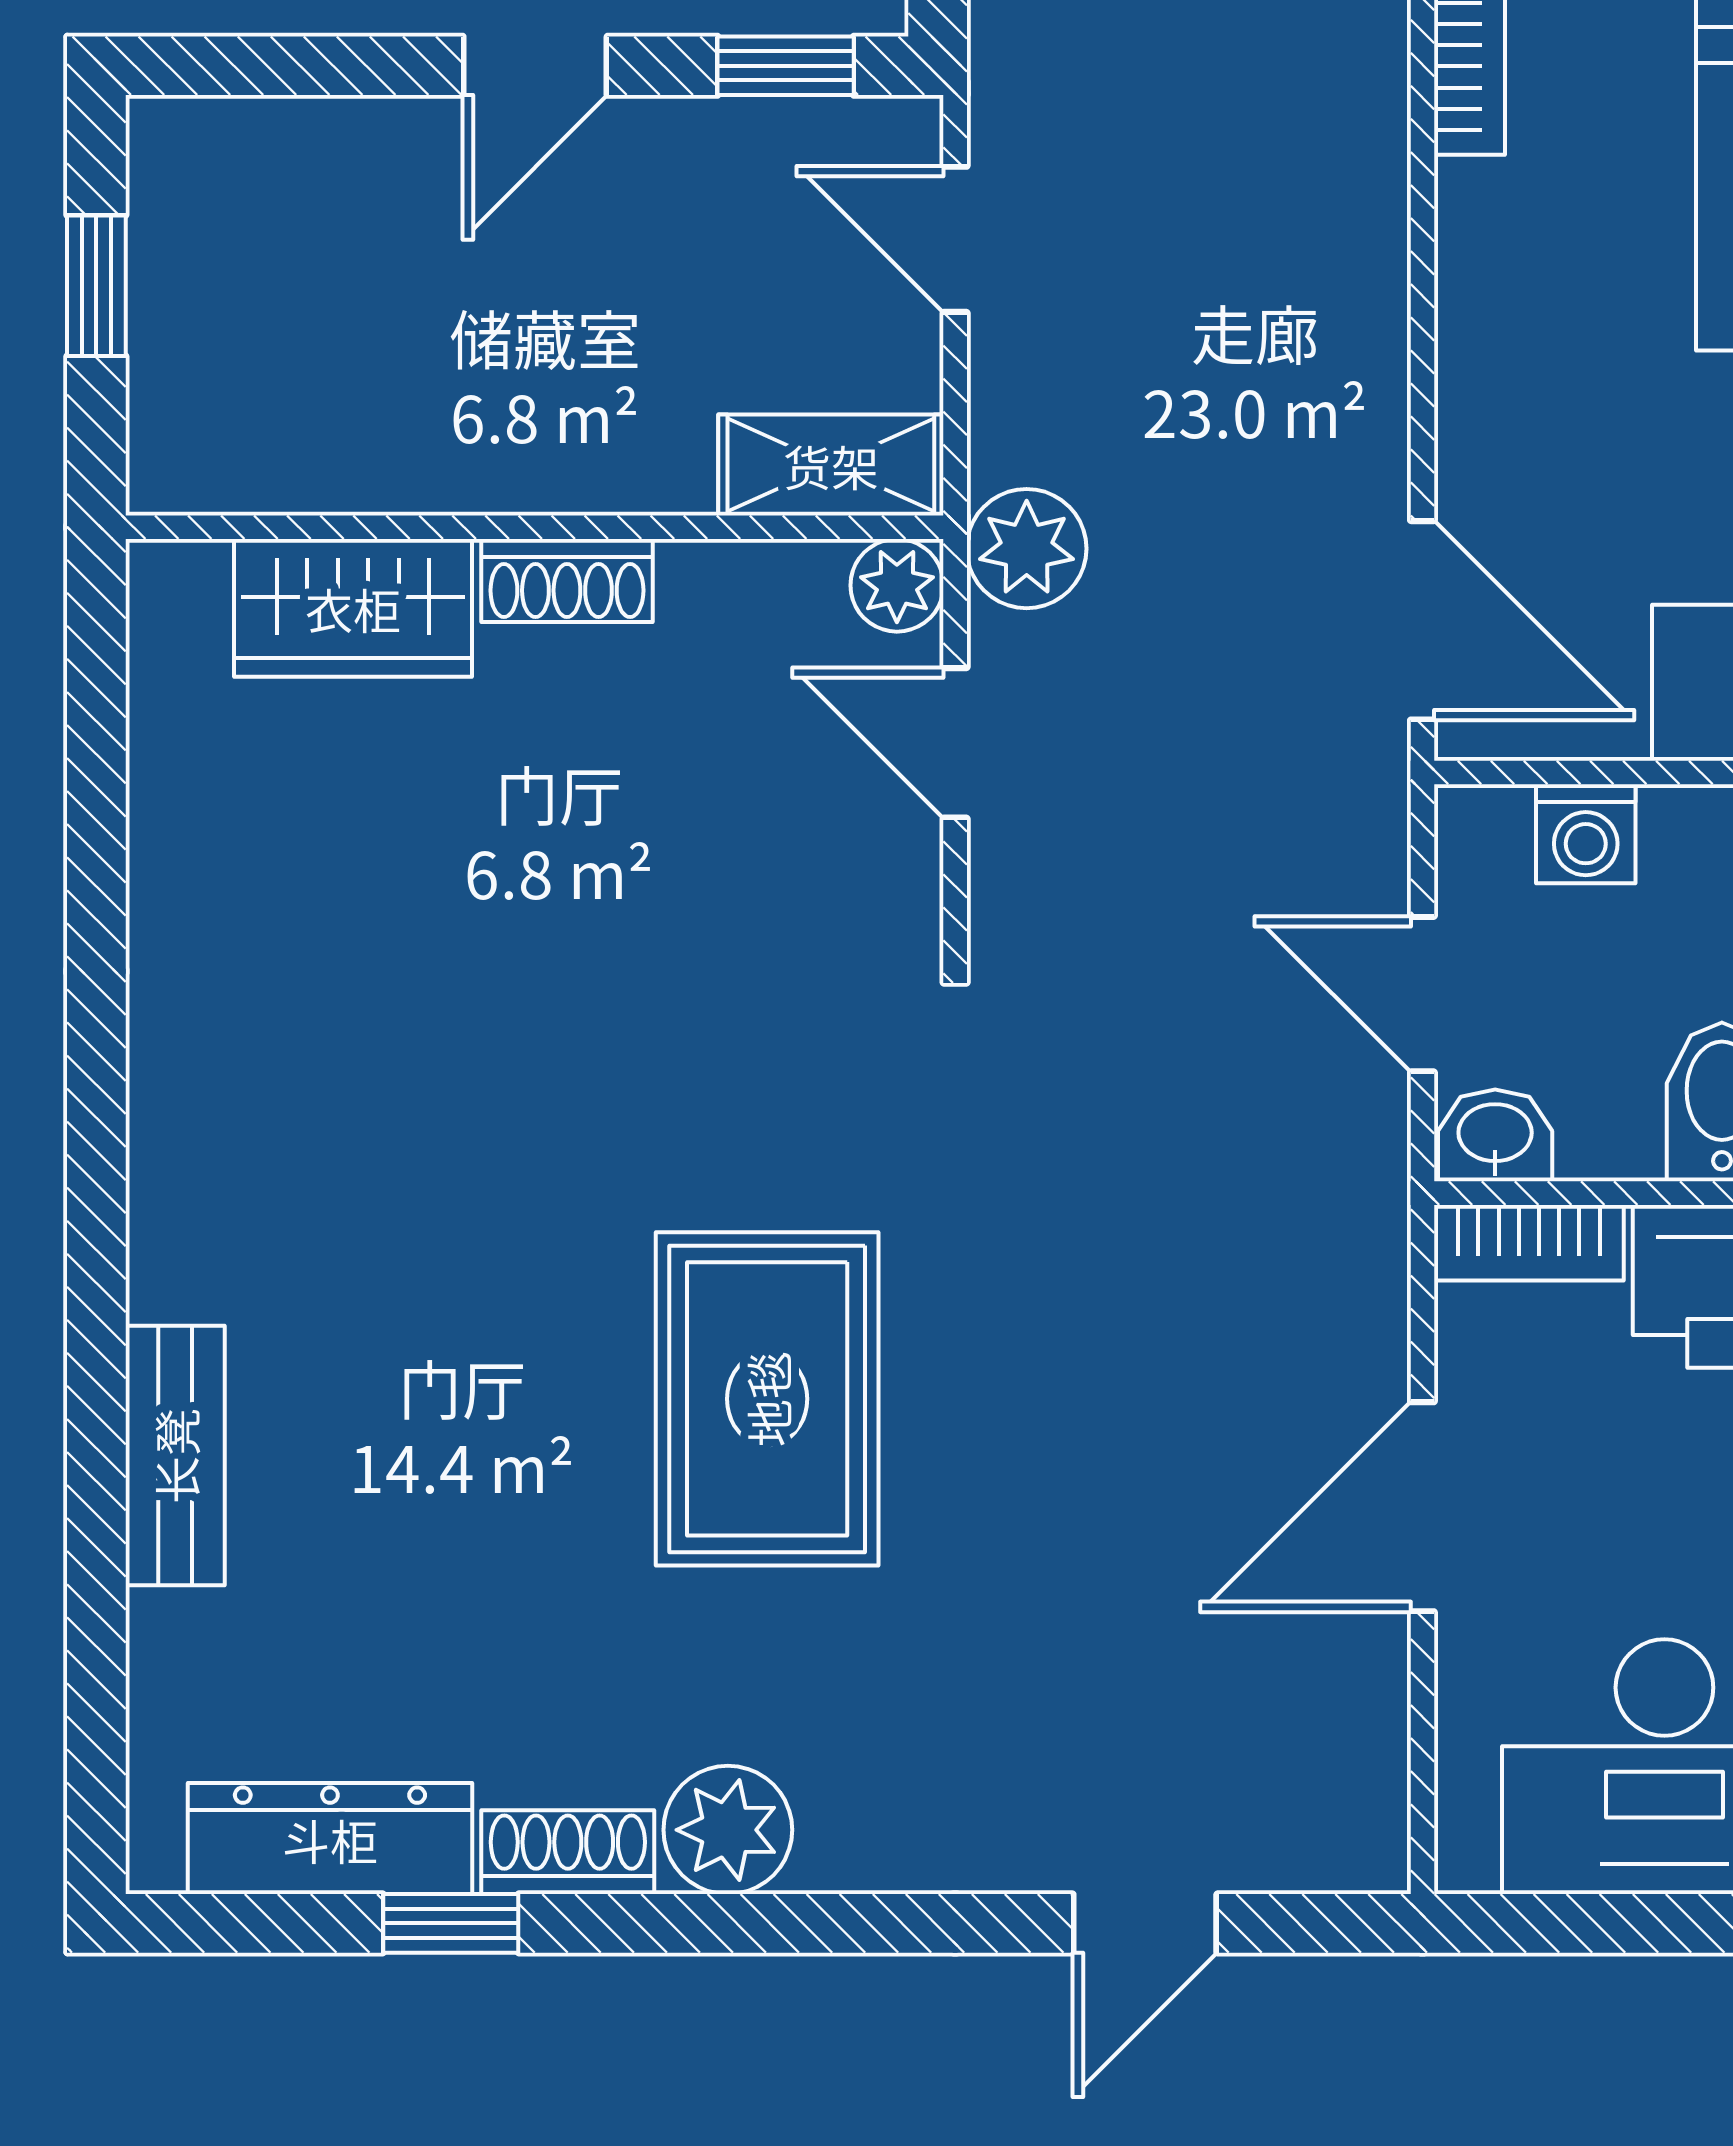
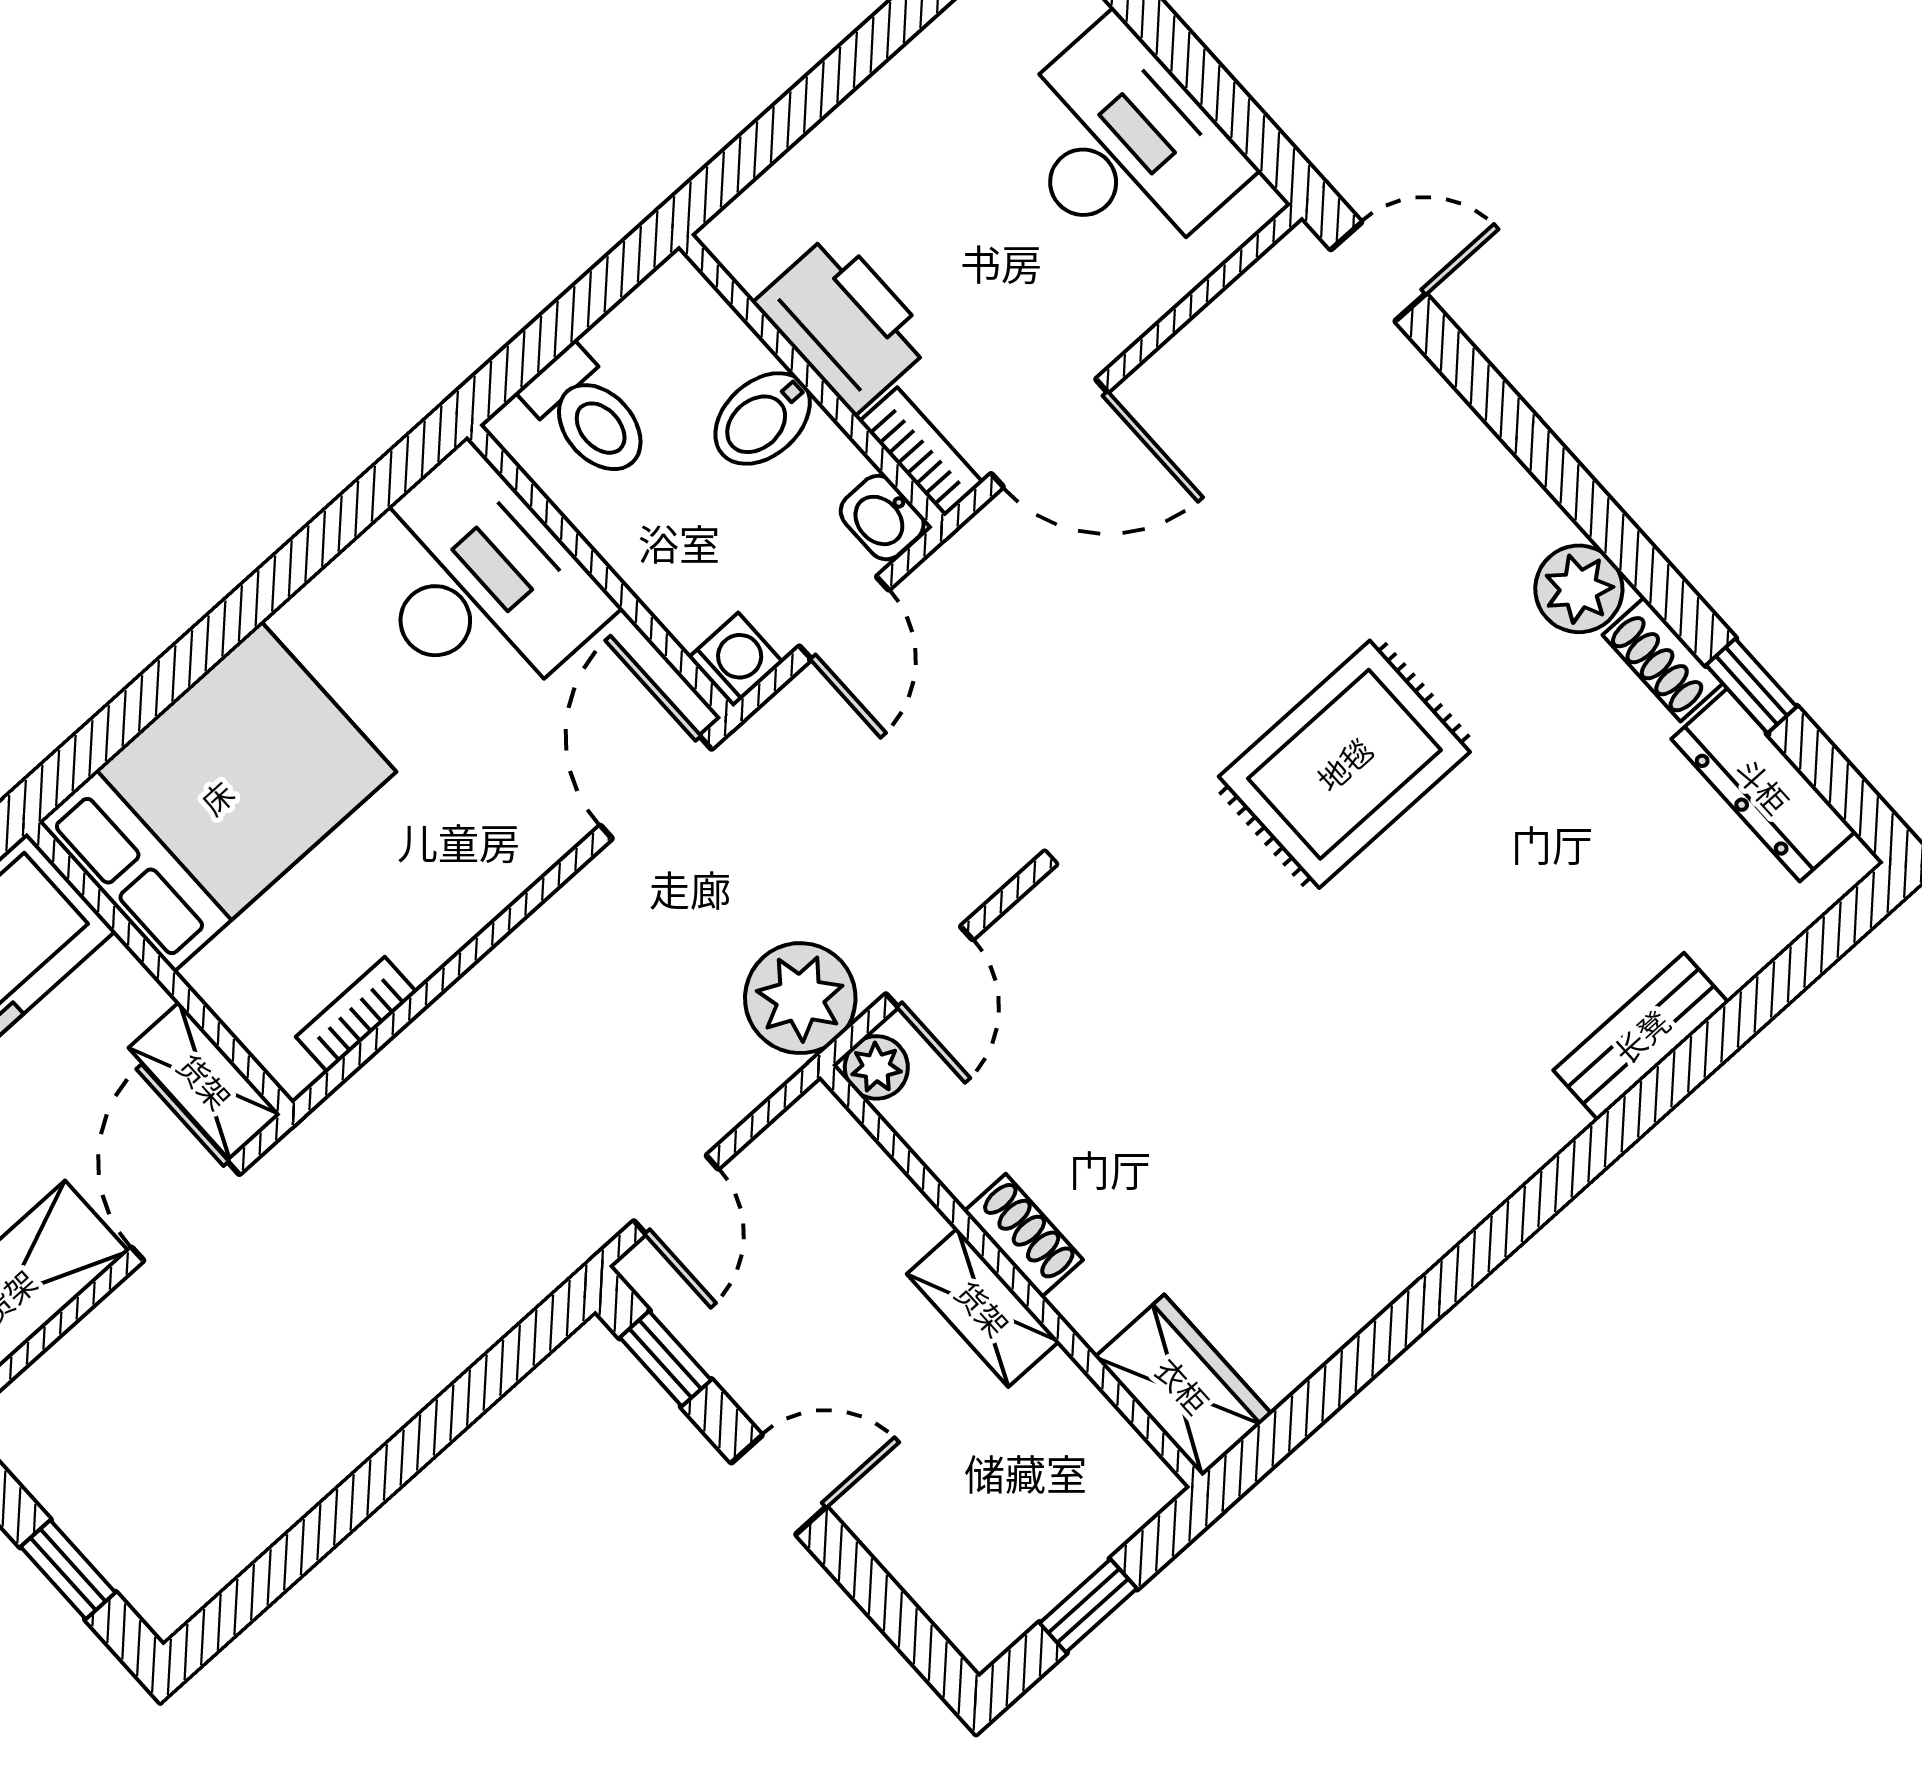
shelving: (831, 465) -> (983, 1308), moved
plant: (1027, 549) -> (800, 998), width x1.36, depth x1.36
wardrobe: (353, 608) -> (1183, 1385), moved
washing machine: (1586, 834) -> (736, 660), moved
door: (1422, 1507) -> (1049, 433), moved
door: (1145, 1923) -> (1378, 272), moved

